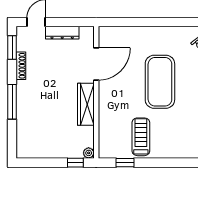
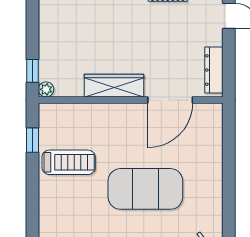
dresser: (62, 33) -> (214, 70), moved
door: (96, 64) -> (170, 100), hinge flipped

